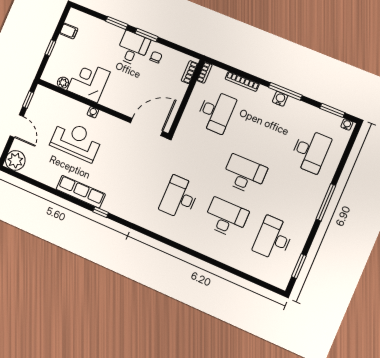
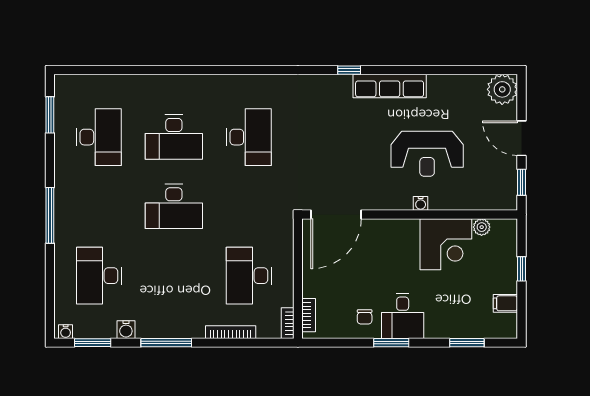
window: (117, 23) -> (467, 343), moved
water cooler: (280, 99) -> (126, 330), moved

